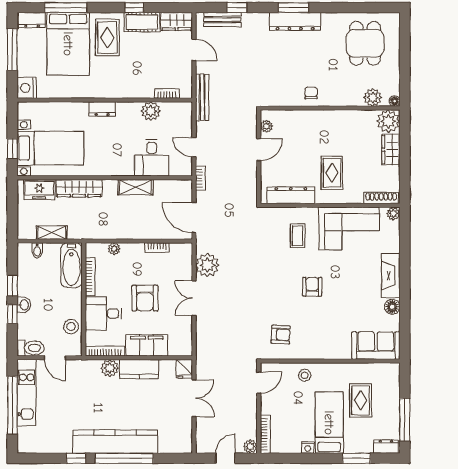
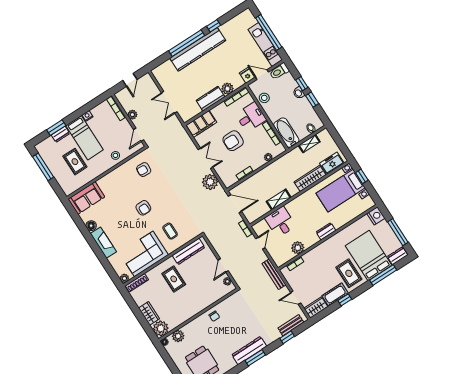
door: (194, 147) -> (260, 243), hinge flipped
armchair: (145, 298) -> (233, 141), turned -90
filing cabinet: (147, 345) -> (201, 124), moved
fridge: (184, 369) -> (247, 75), moved
plant: (250, 446) -> (132, 115), moved
dresser: (386, 447) -> (60, 134), moved

